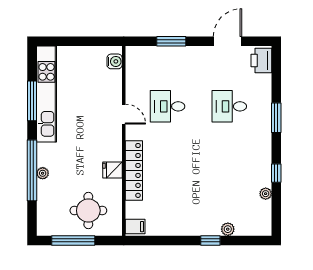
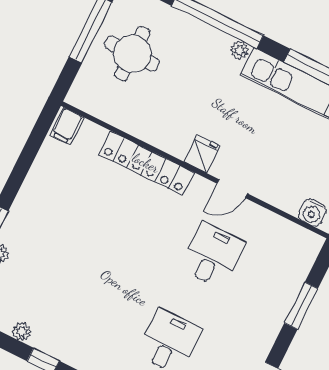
fridge: (113, 170) -> (202, 154), moved
plant: (43, 173) -> (239, 50), moved
round table: (88, 211) -> (132, 54), moved

